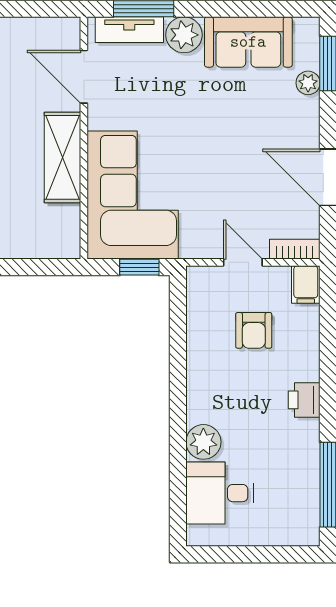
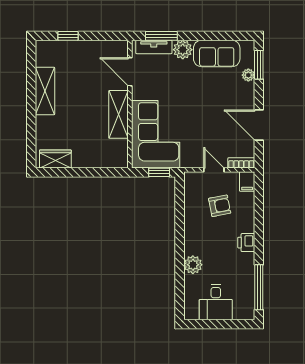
armchair: (254, 330) -> (220, 206), turned -101
desk: (220, 493) -> (216, 302), moved, turned -90

